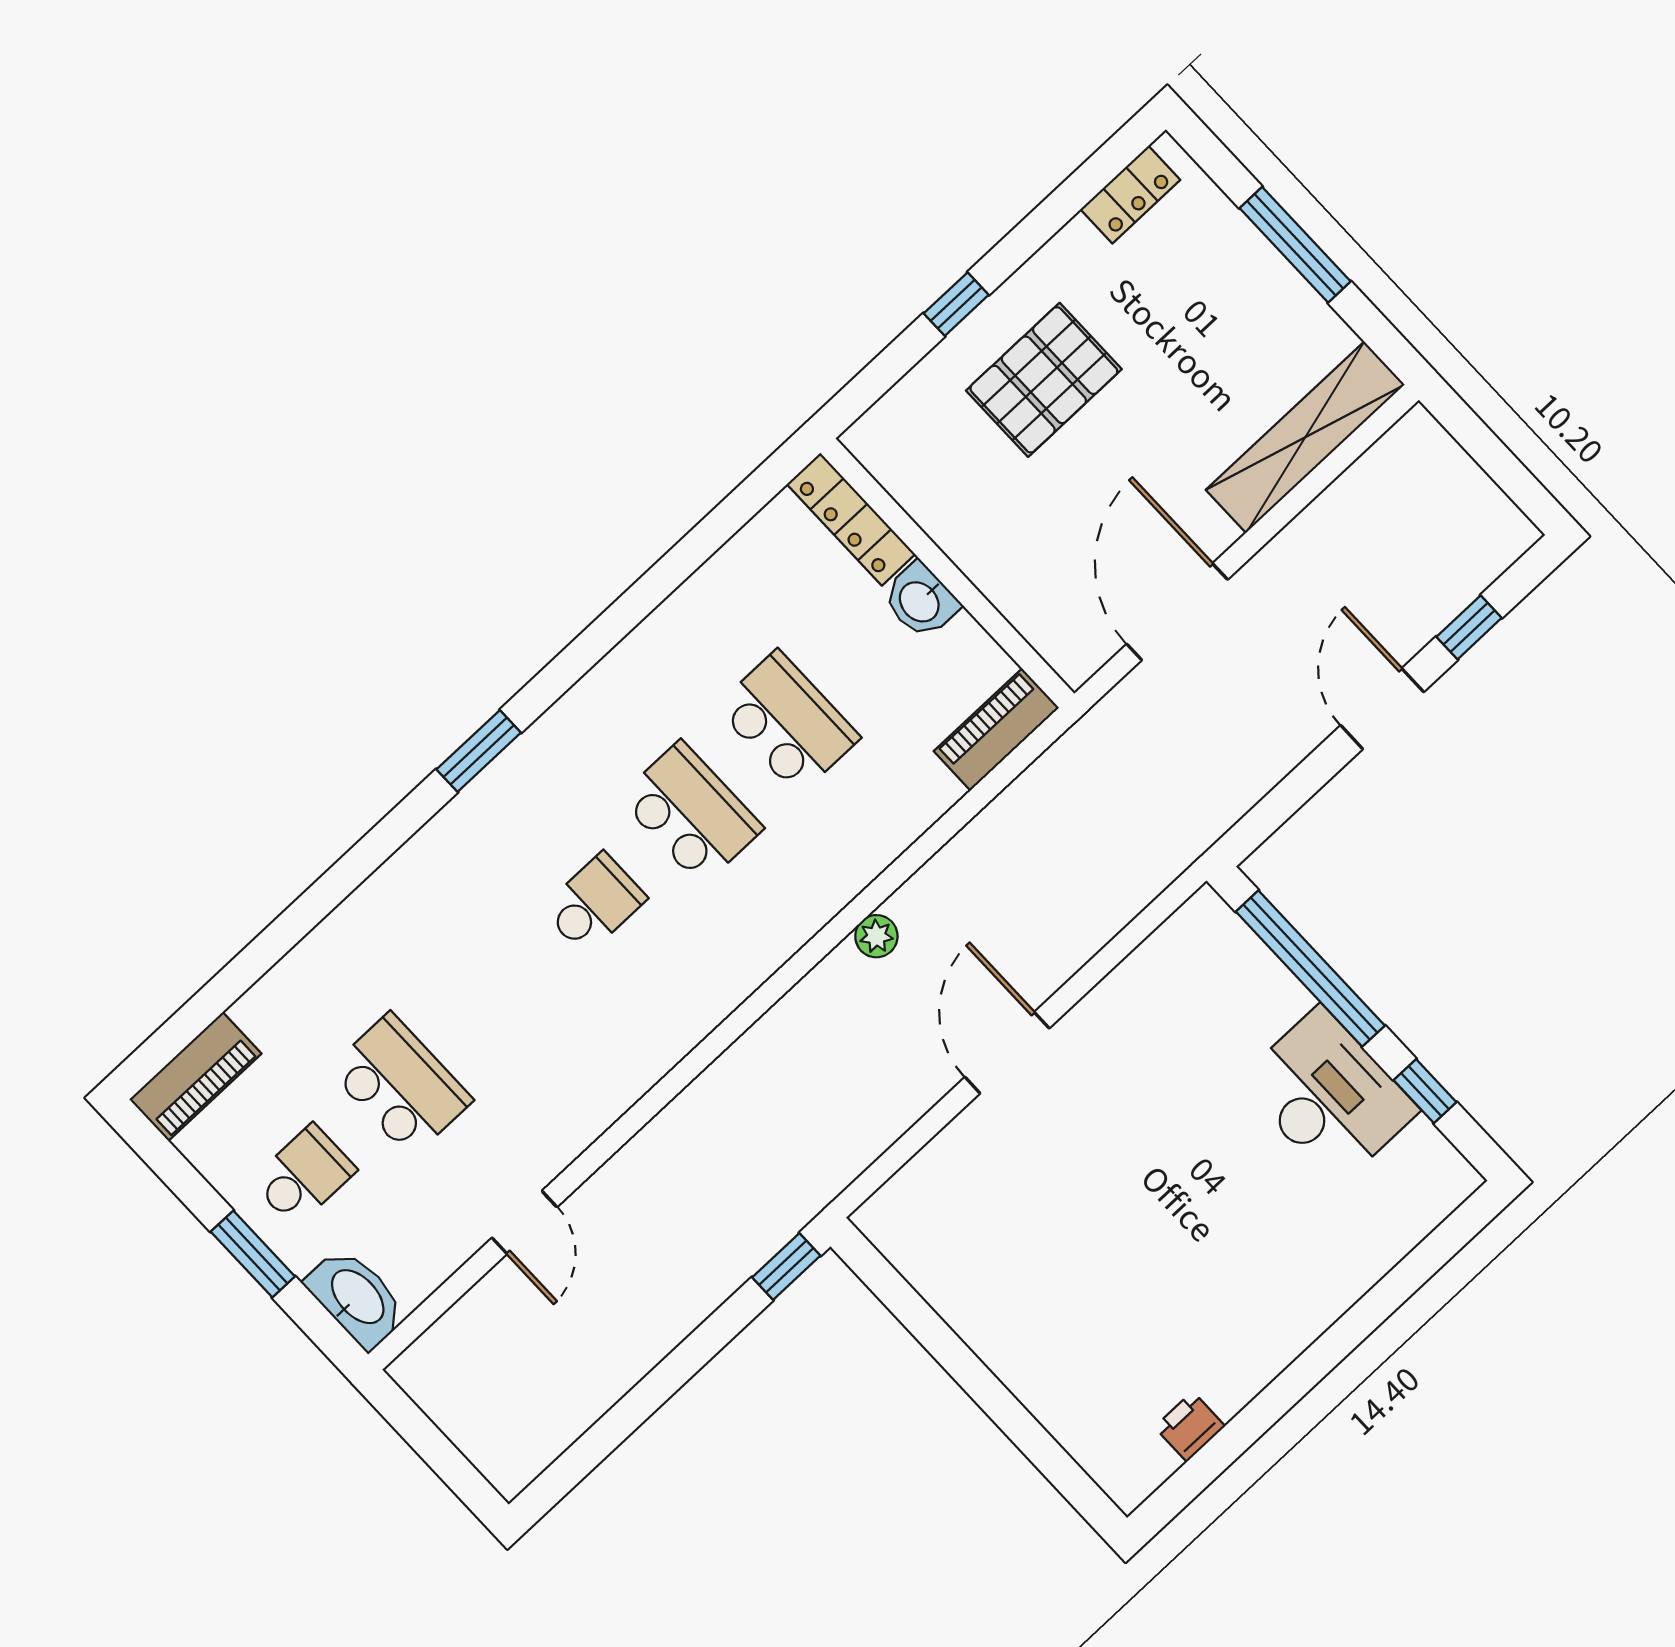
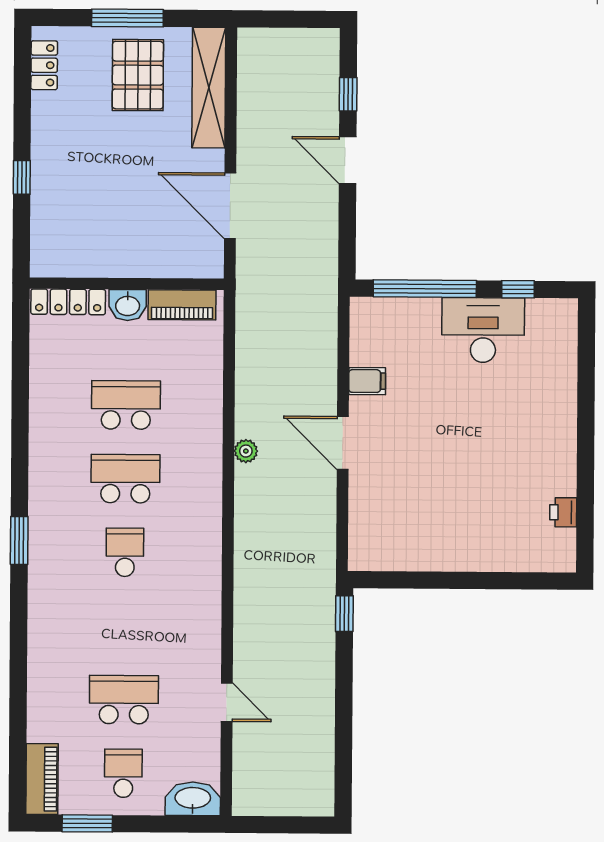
pallet: (1044, 380) -> (138, 75), moved
piano: (996, 730) -> (182, 305), moved, turned -90
filing cabinet: (1118, 1008) -> (367, 381), added
window: (253, 1254) -> (87, 823), moved

